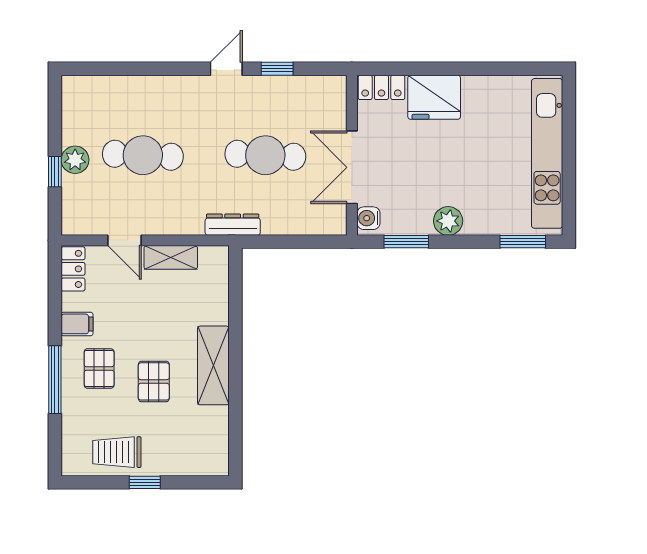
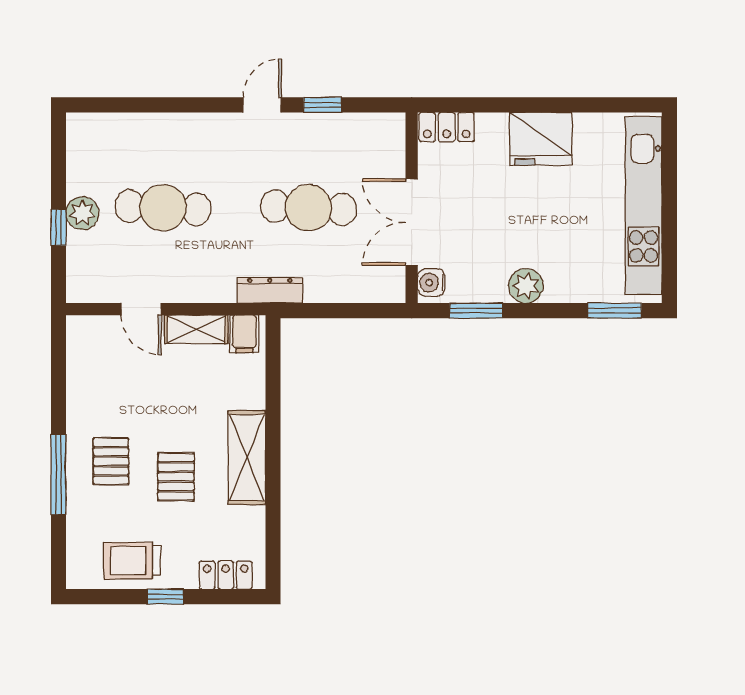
fridge: (434, 97) -> (541, 139), moved
locker: (73, 269) -> (226, 575), moved, turned -90
filing cabinet: (77, 324) -> (244, 334), moved, turned 90

